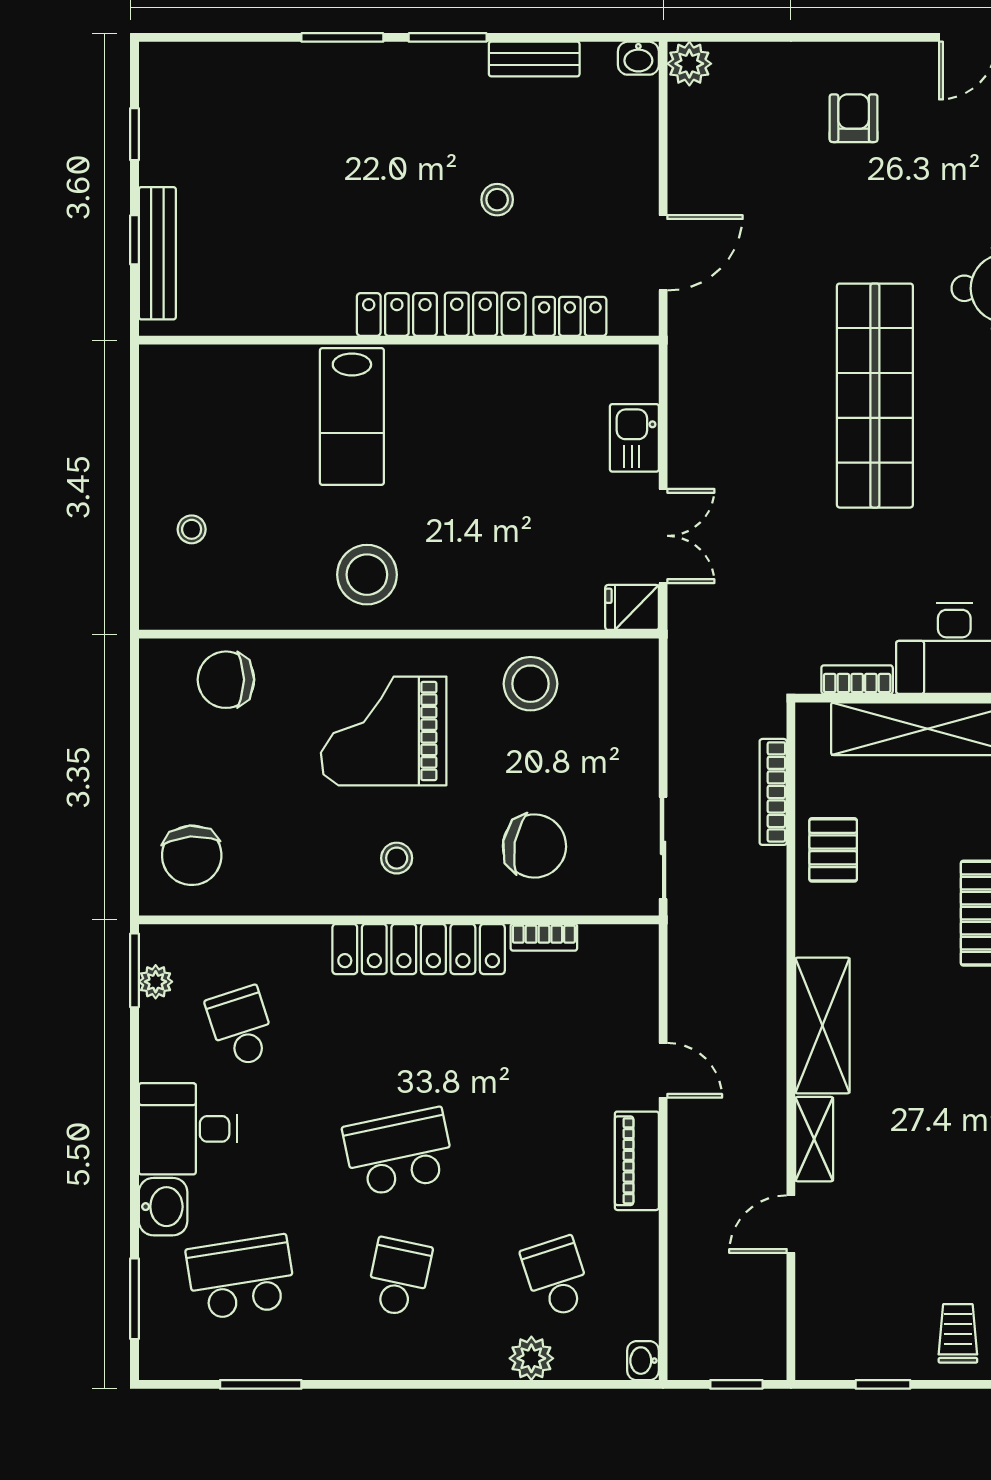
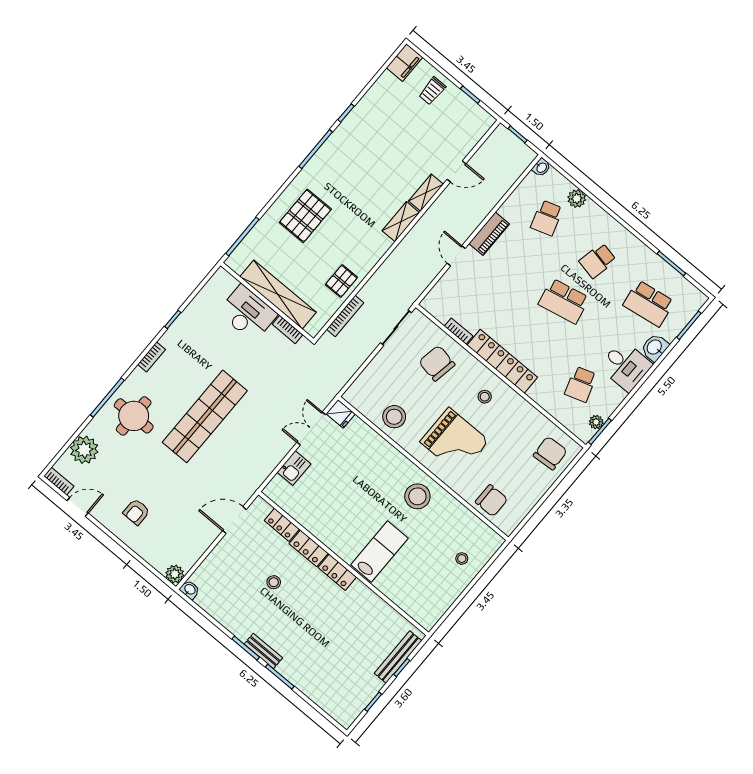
bench: (534, 59) -> (263, 651), moved
shelving: (822, 1026) -> (401, 222), width x0.67, depth x0.75

